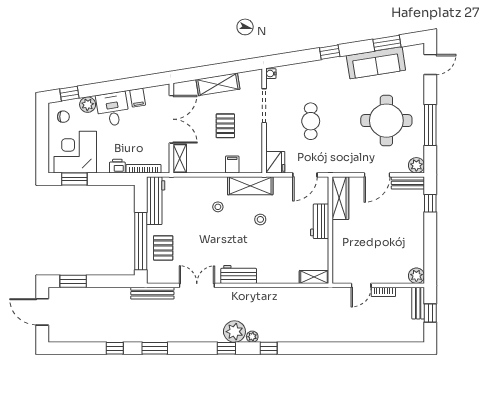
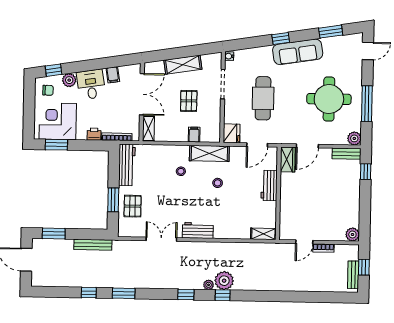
sofa: (376, 63) -> (298, 52), moved
cafe table: (311, 121) -> (263, 98), width x1.37, depth x1.35
door: (377, 175) -> (307, 146), moved
wardrobe: (340, 198) -> (288, 159), width x0.67
window: (141, 241) -> (113, 200), width x0.47
bench: (152, 293) -> (93, 245), moved
bench: (418, 303) -> (353, 275), moved
plant: (234, 332) -> (224, 281), moved

